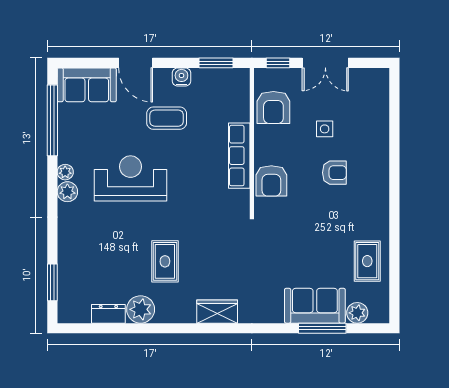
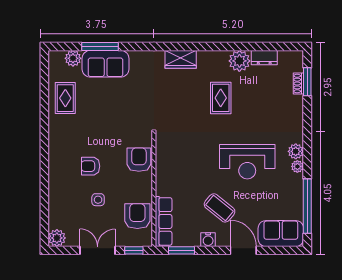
plant: (378, 79) -> (57, 238), added
coffee table: (167, 118) -> (220, 208), turned 39
row of seats: (239, 156) -> (164, 221), moved
shoe rack: (64, 280) -> (298, 84), added

